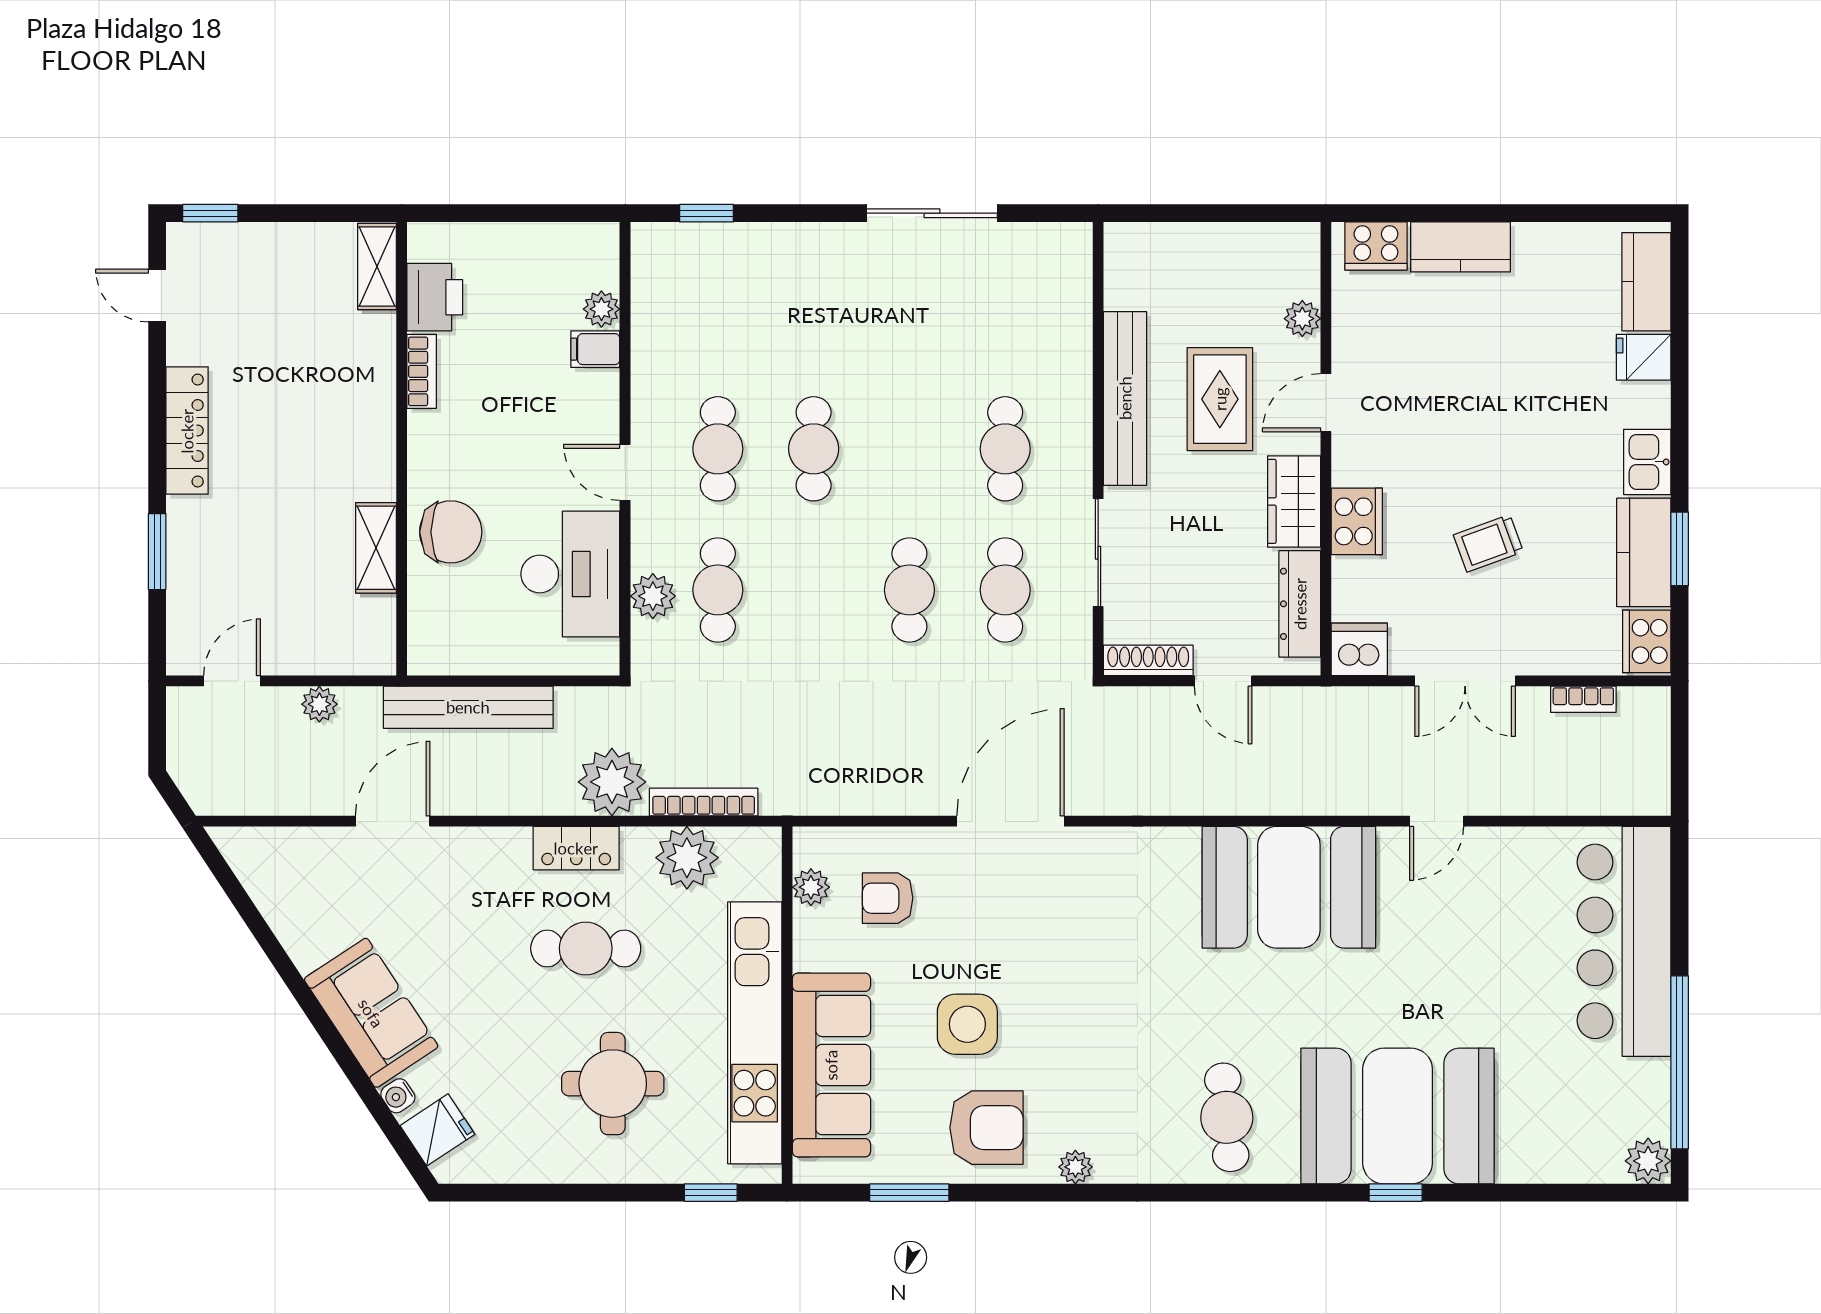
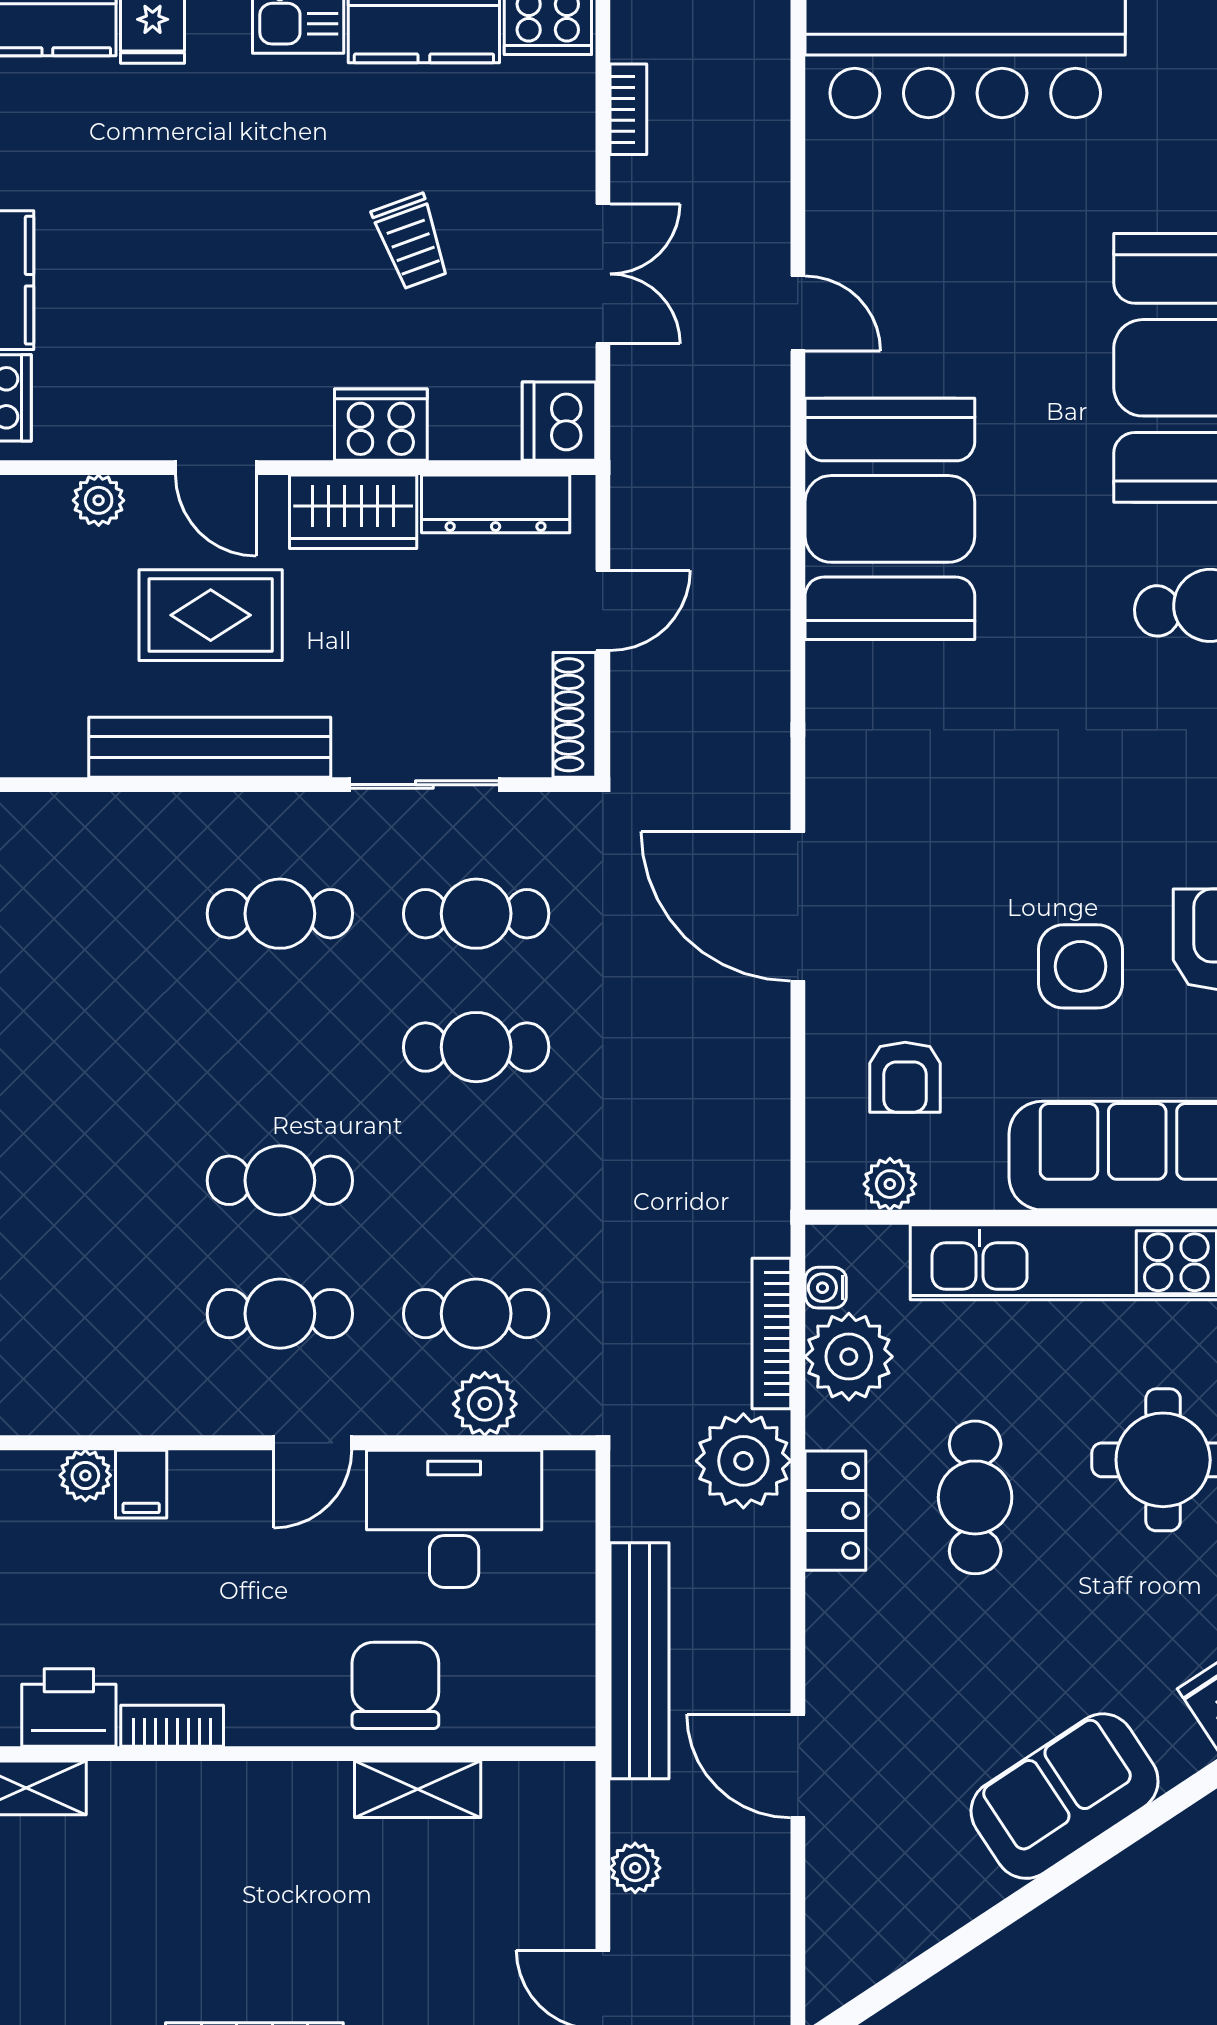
water cooler: (398, 1096) -> (826, 1288), moved, turned 123

